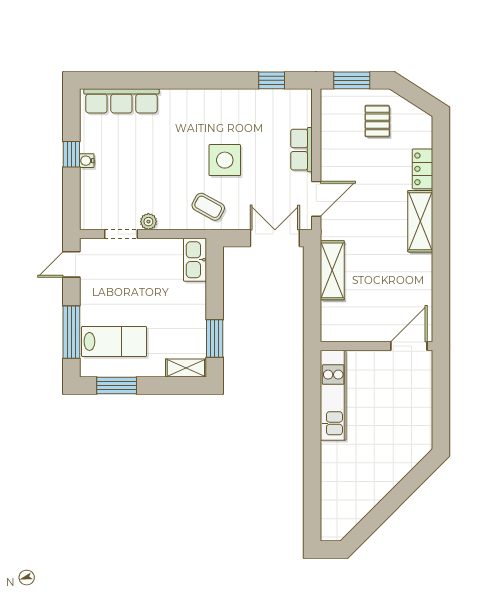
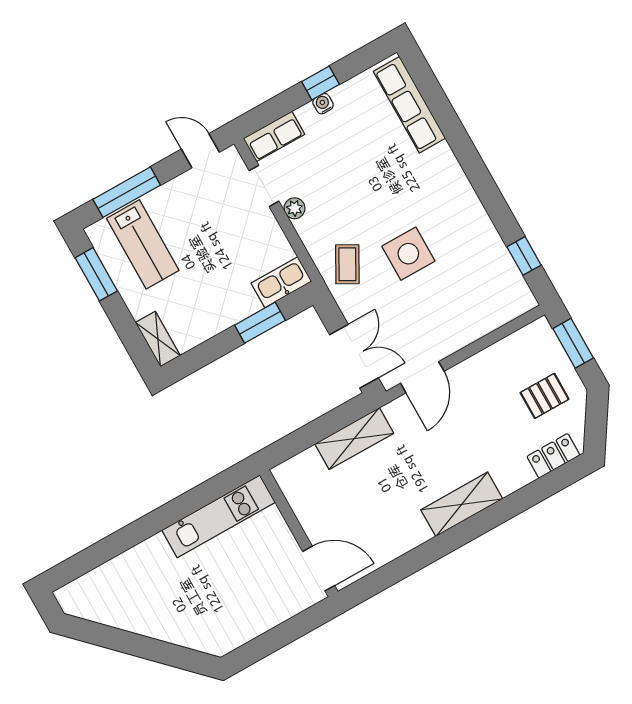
row of seats: (301, 150) -> (274, 136), moved, turned 180
locker: (422, 169) -> (553, 456), moved
door: (316, 199) -> (422, 377), hinge flipped
window: (215, 339) -> (260, 323), moved

